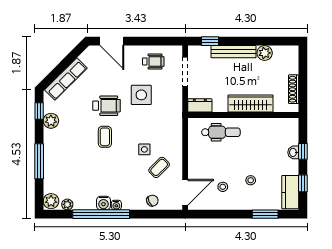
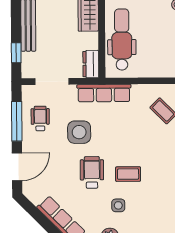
window: (151, 41) -> (17, 121), added
row of seats: (175, 117) -> (104, 93), added
dental chair: (221, 132) -> (122, 39), width x1.36, depth x1.38
side table: (144, 149) -> (118, 205), moved

